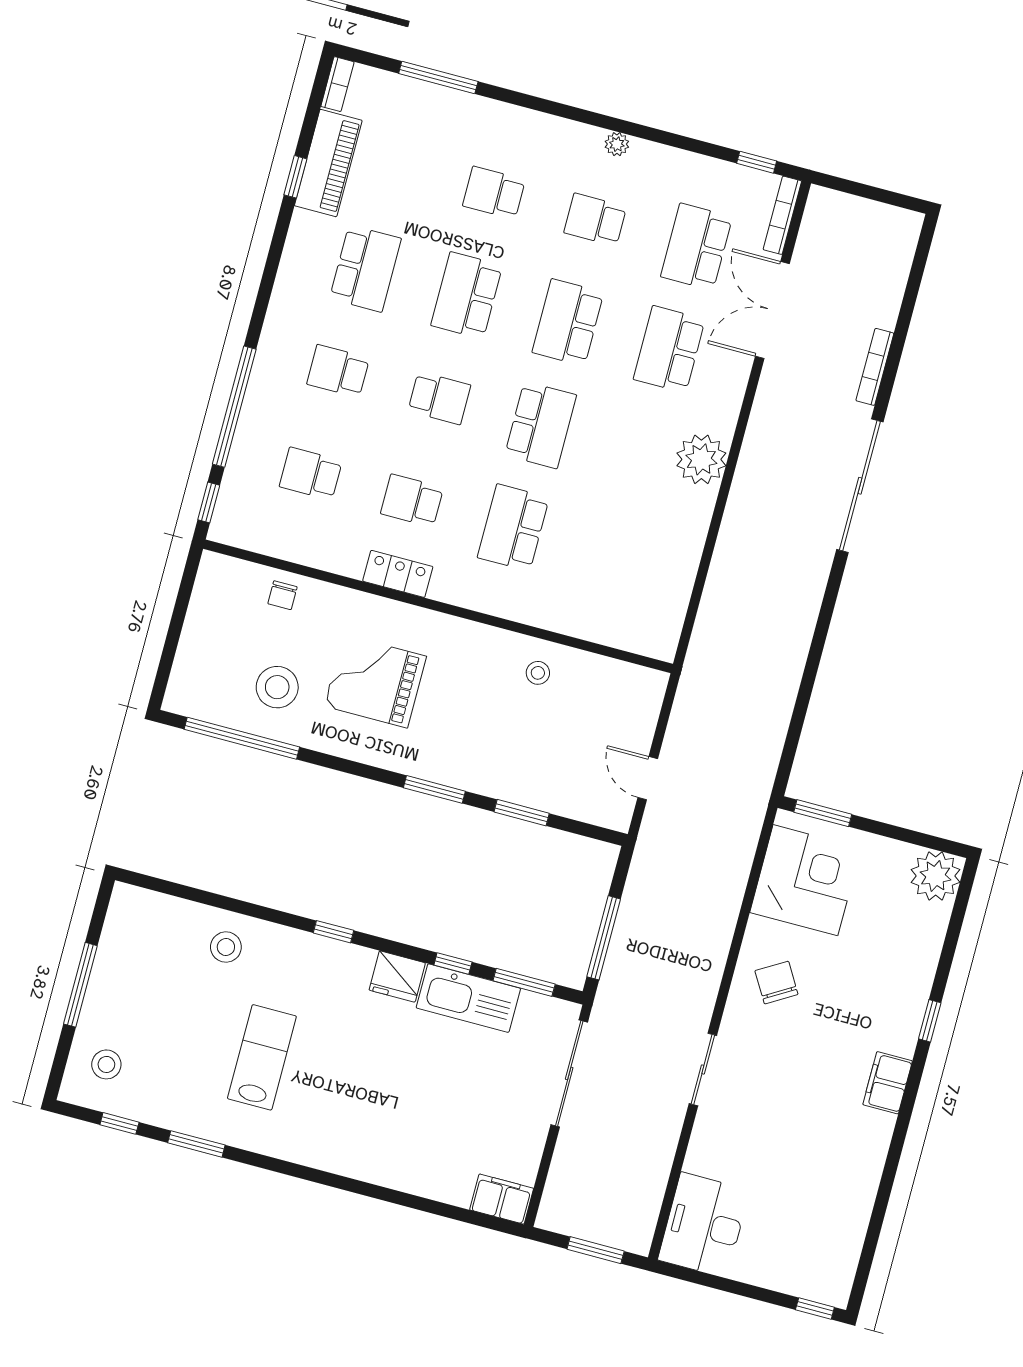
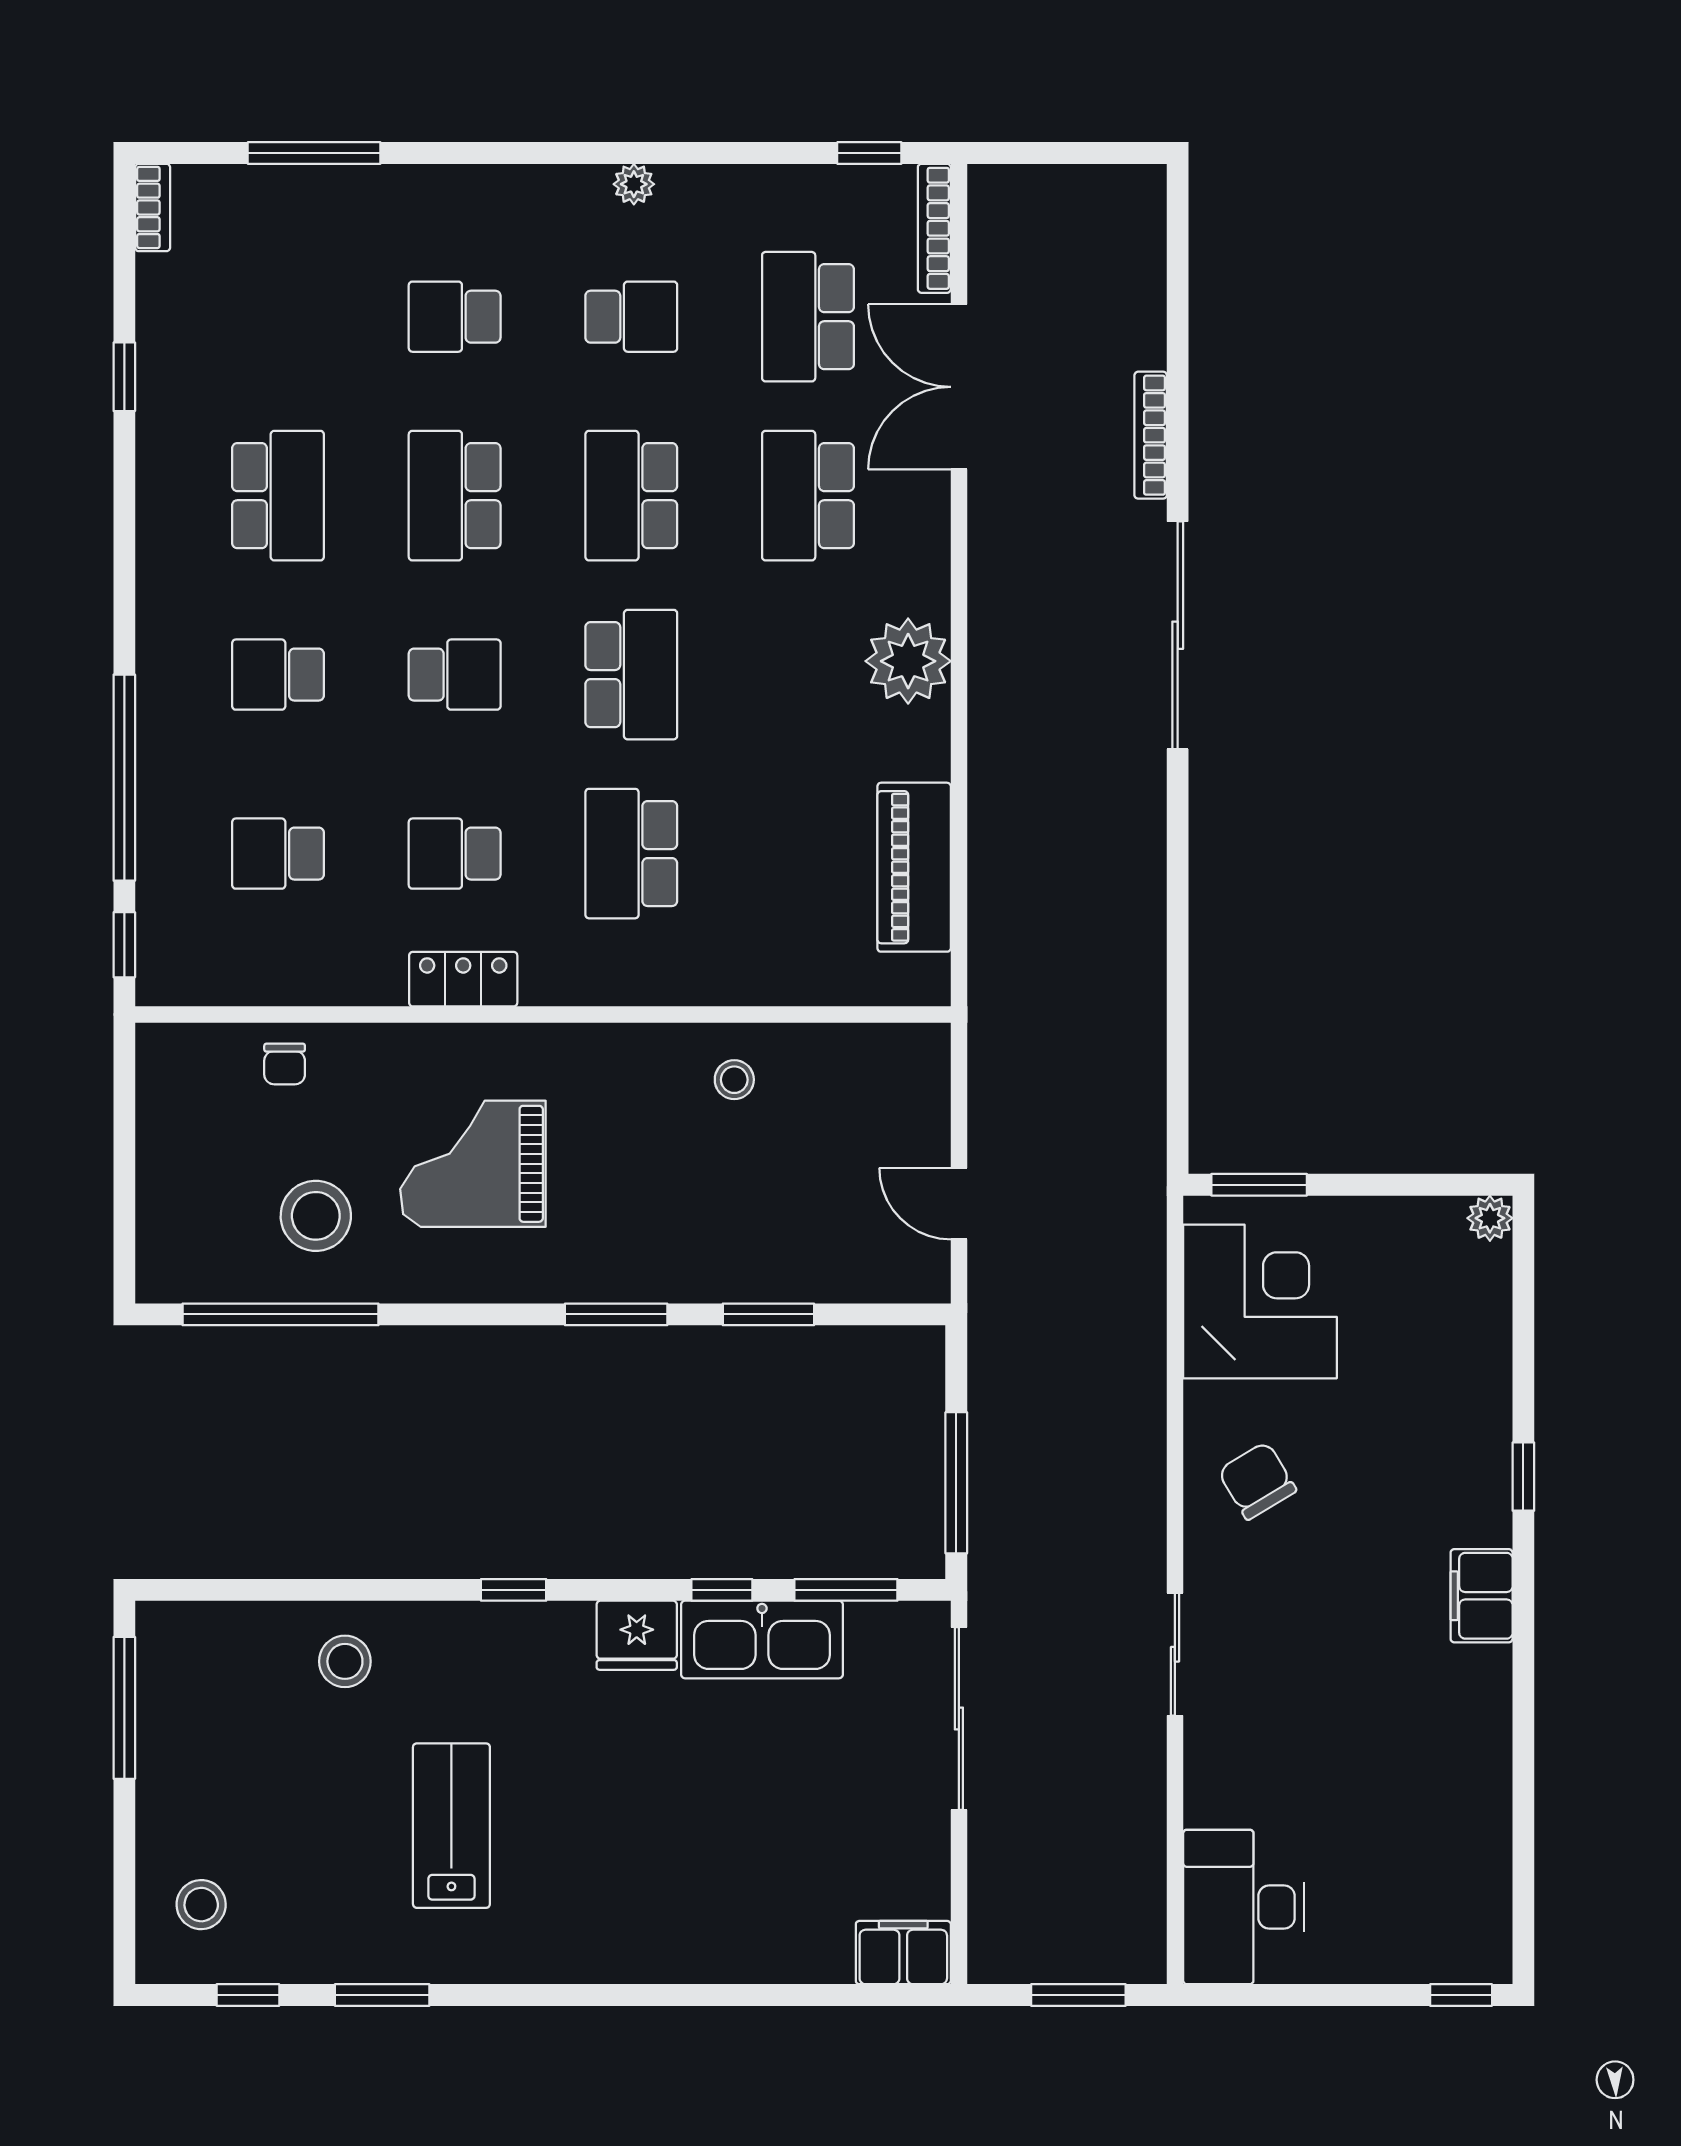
piano: (328, 163) -> (914, 867), moved, turned 180
school desk: (595, 220) -> (631, 317), turned 180
plant: (936, 876) -> (1490, 1218), width x0.53, depth x0.53
window: (80, 985) -> (124, 1708), moved

